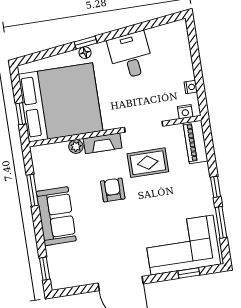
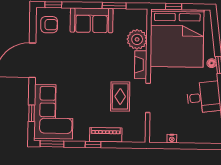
nightstand: (185, 112) -> (154, 131), removed
piano: (196, 142) -> (106, 135), moved
plant: (76, 146) -> (137, 39), width x1.88, depth x1.88
armchair: (113, 190) -> (49, 25), moved
window: (221, 222) -> (52, 144), moved

